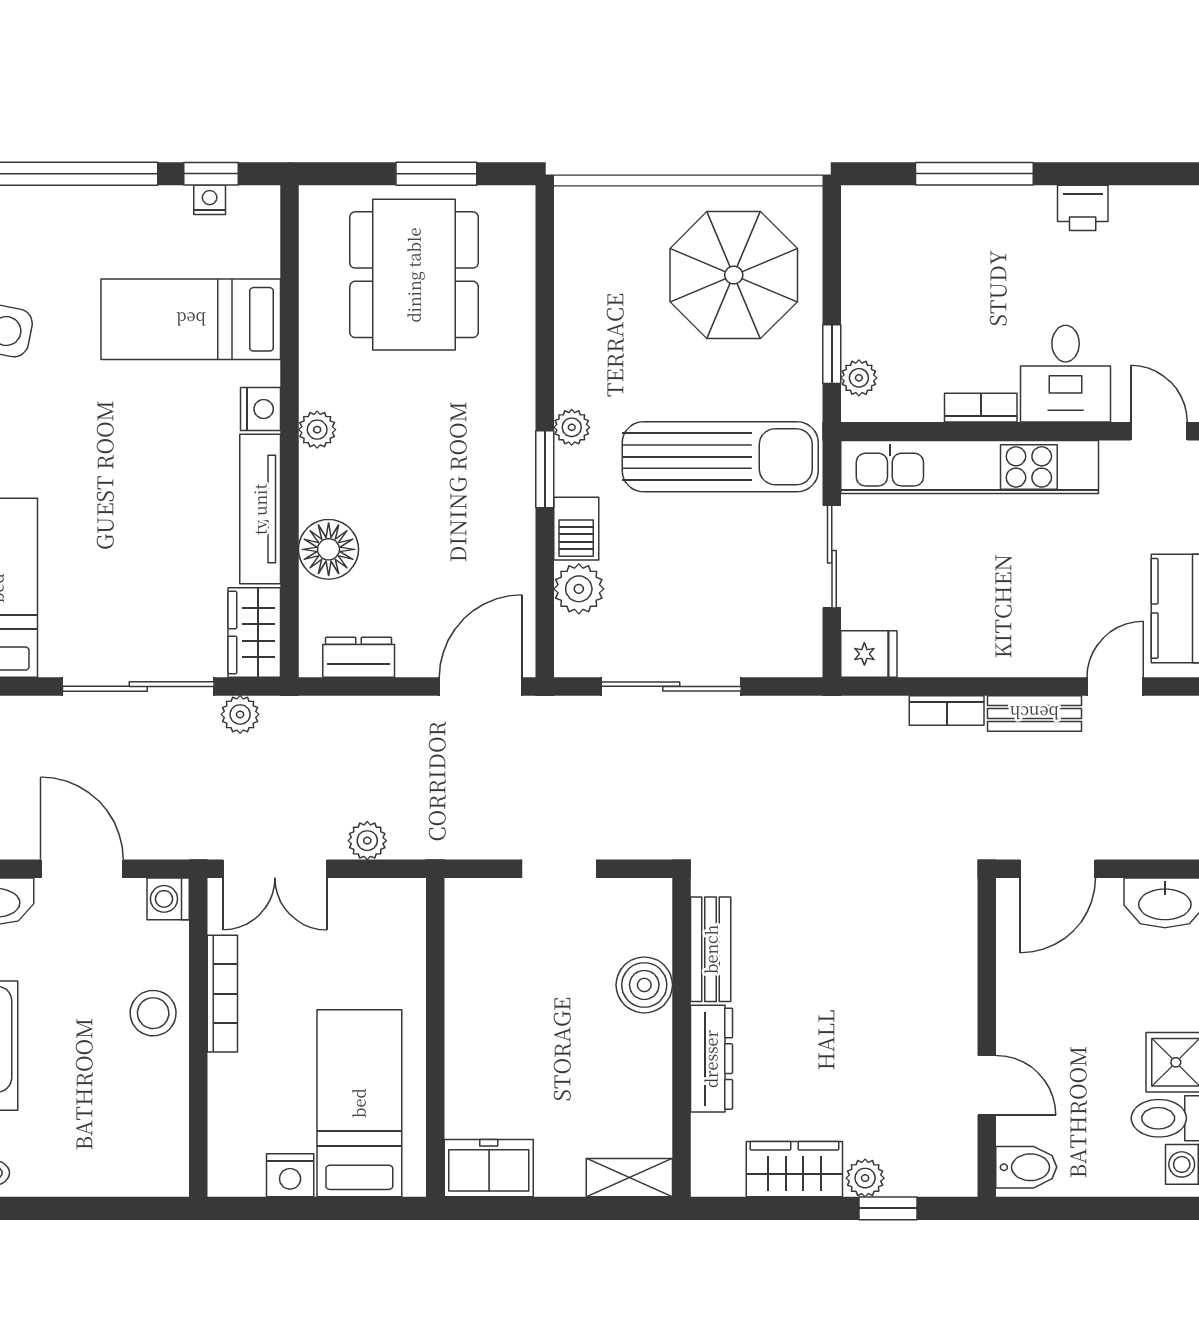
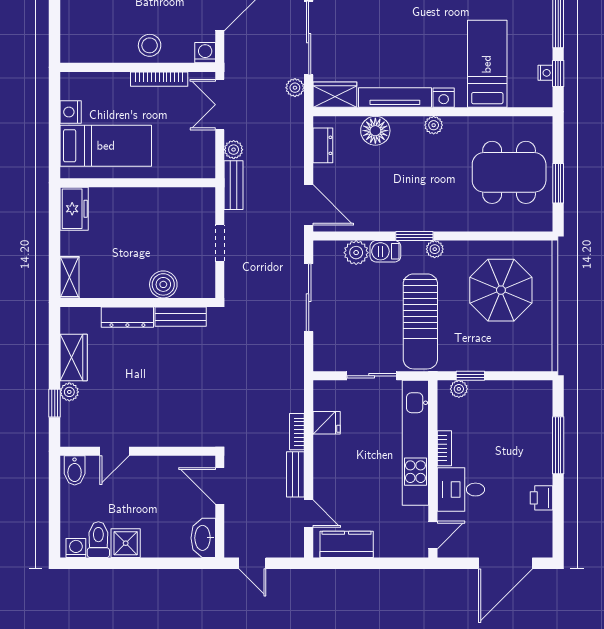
parasol: (734, 275) -> (501, 290), moved
fridge: (869, 654) -> (327, 423), moved, turned -90
bench: (440, 840) -> (234, 185), added

